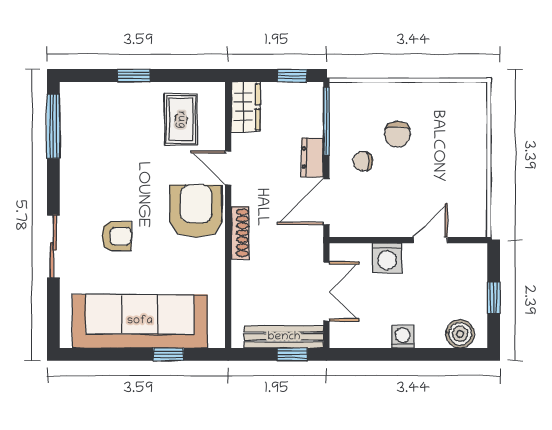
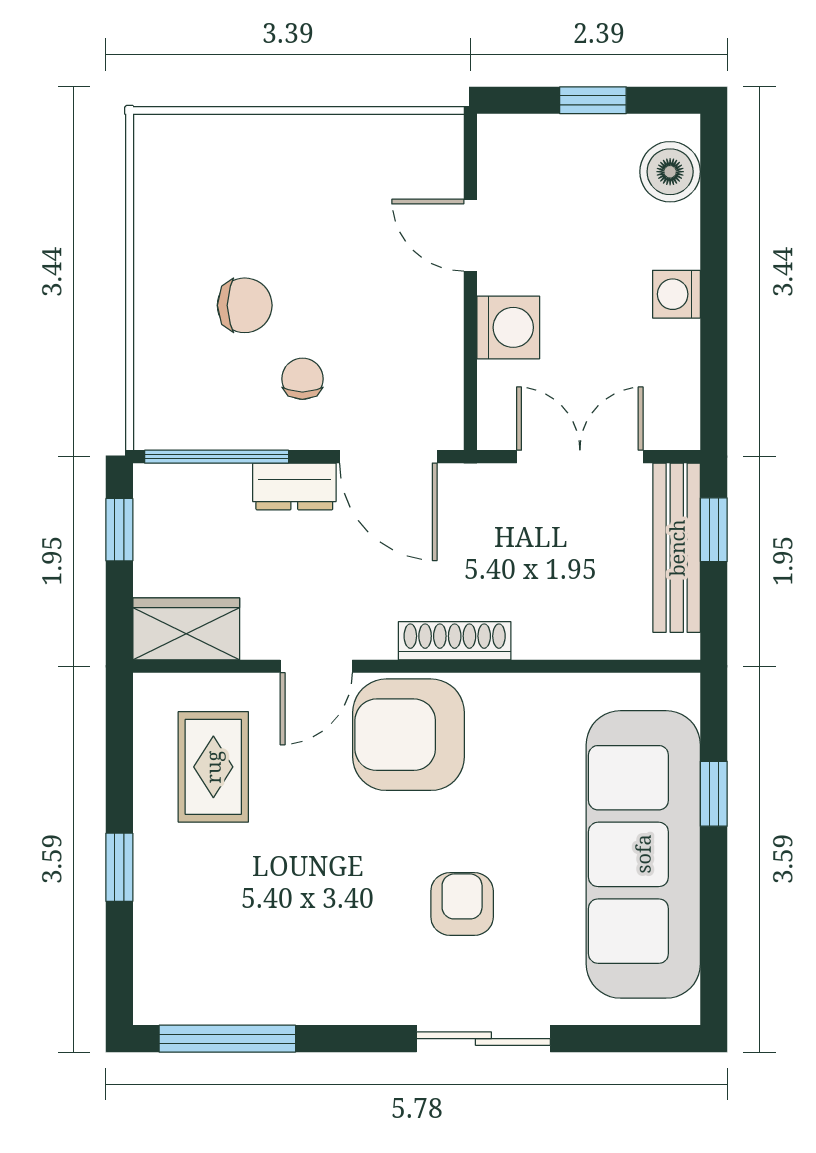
rug: (181, 120) -> (213, 767), turned 90
chair: (363, 161) -> (302, 379), turned 180

